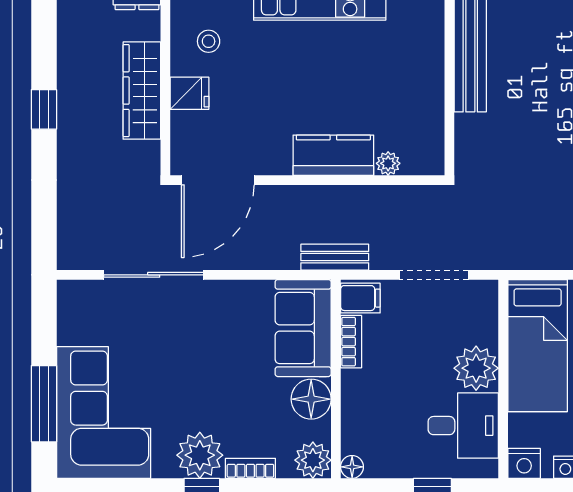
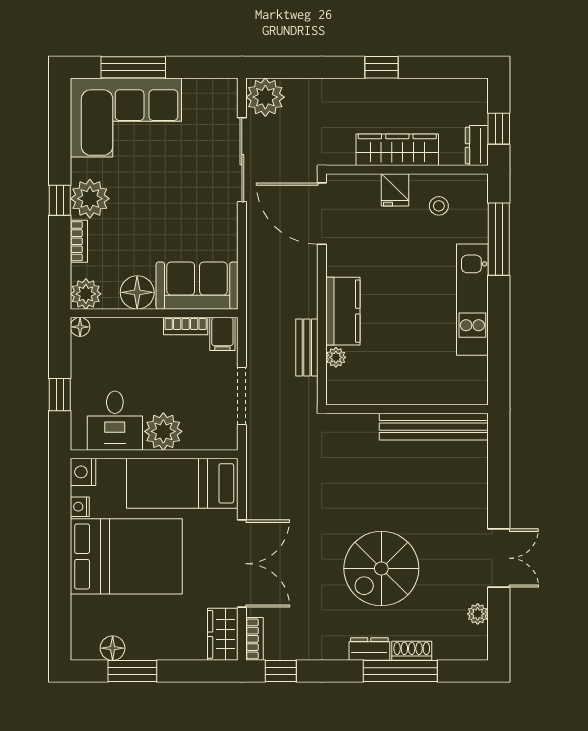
plant: (79, 247) -> (265, 97), added
bench: (335, 257) -> (307, 348), moved

